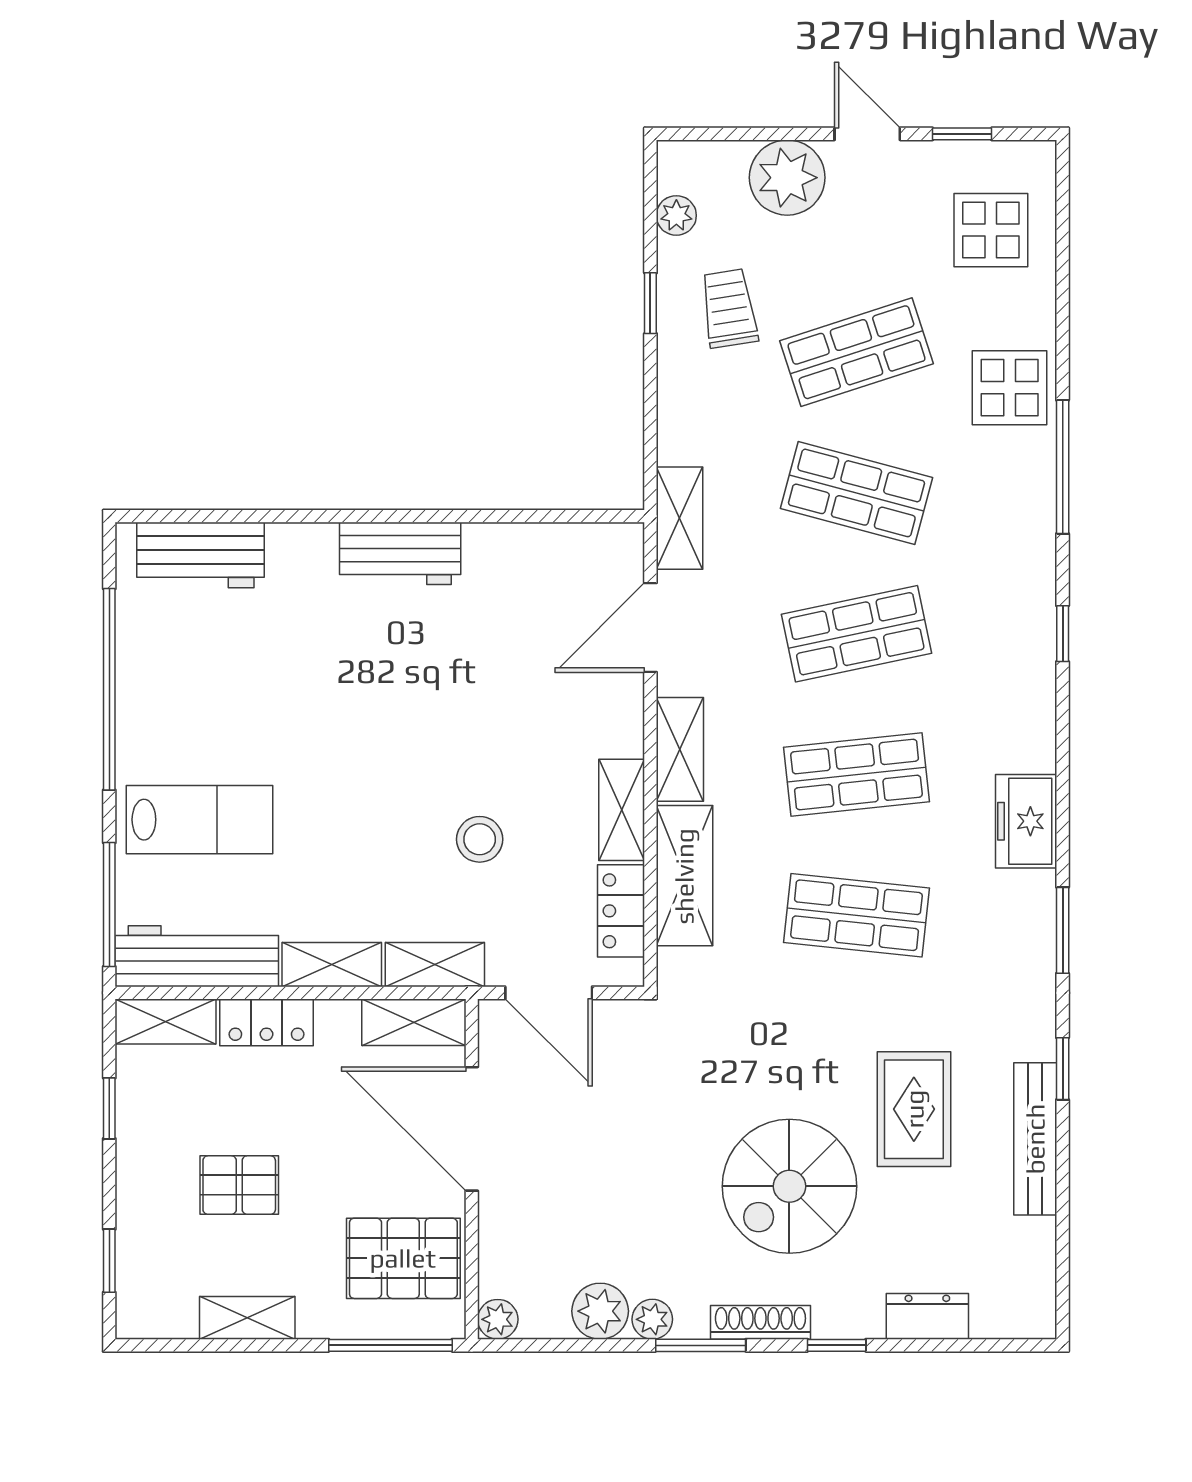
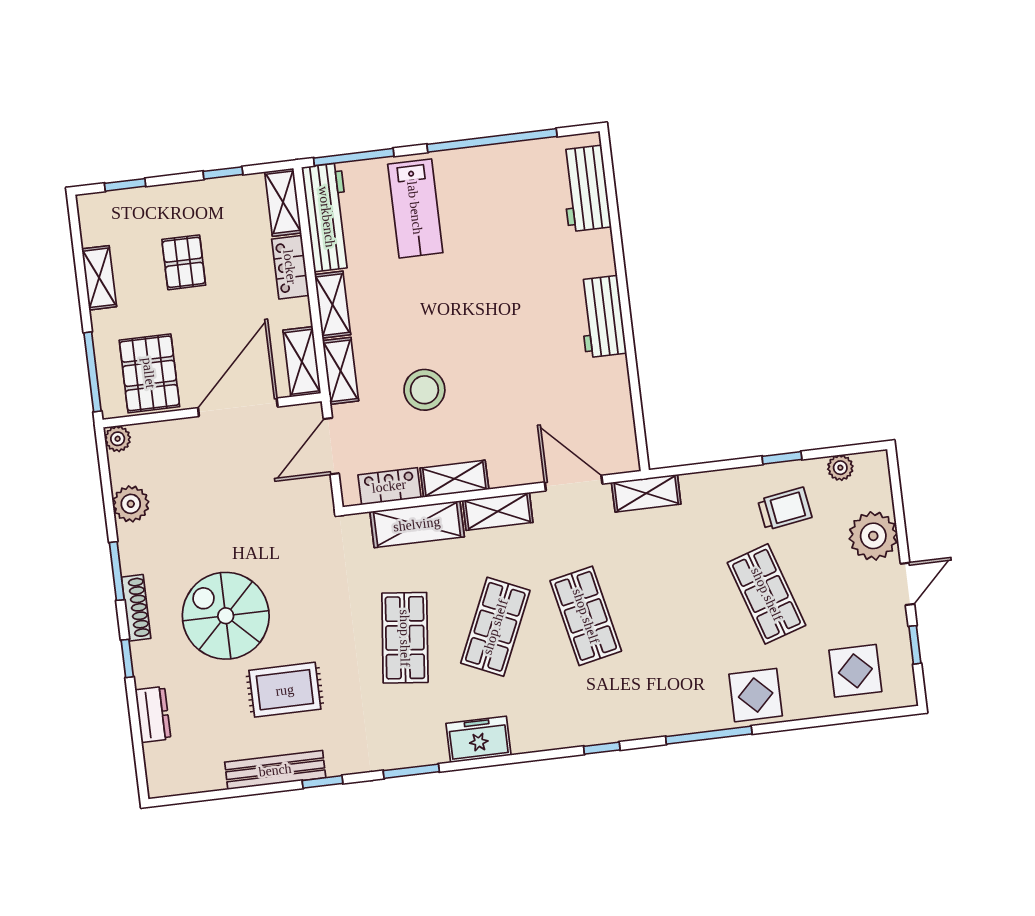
shop shelf: (857, 493) -> (676, 605), removed
shop shelf: (857, 774) -> (495, 627), turned 30
stool: (480, 839) -> (424, 390), width x1.38, depth x1.38
plant: (652, 1319) -> (130, 538), removed

